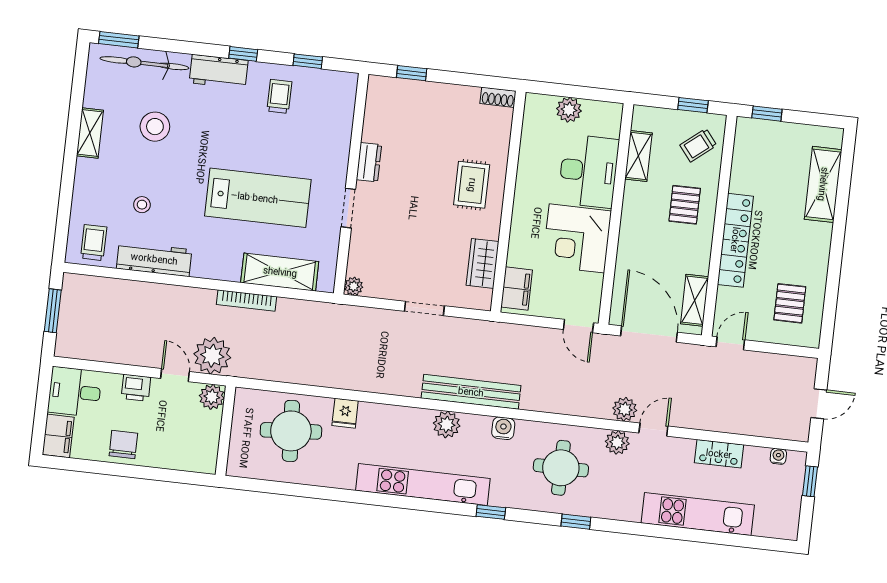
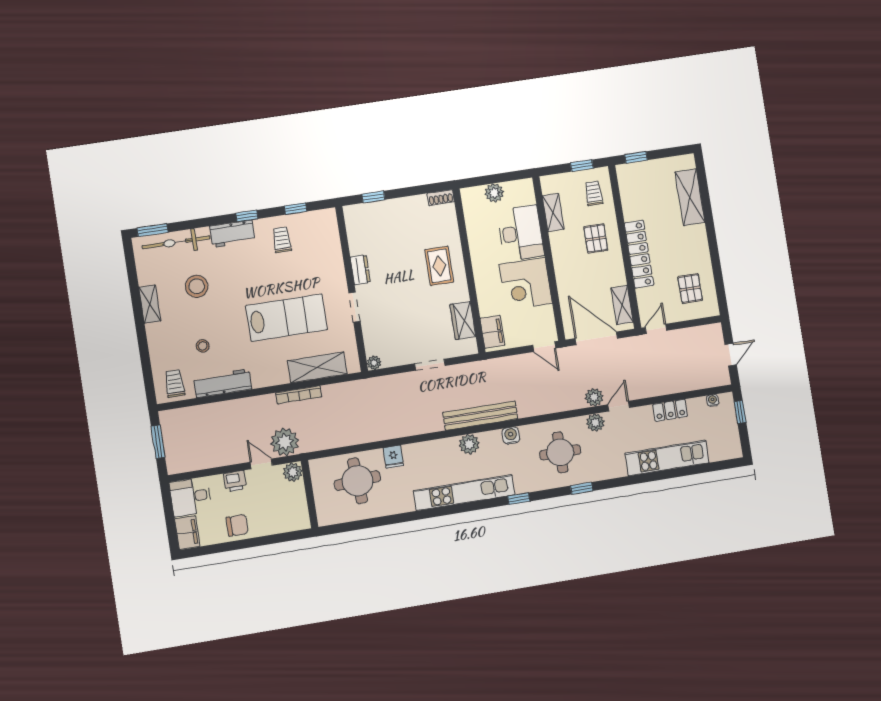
trolley: (698, 145) -> (594, 193), turned 129
chair: (123, 444) -> (237, 525), turned 90

